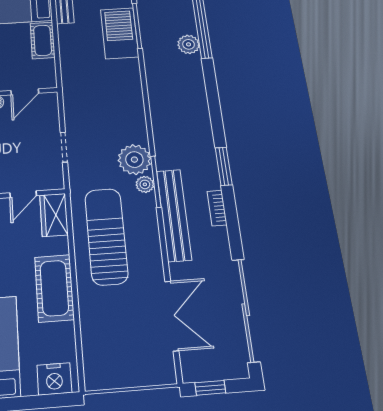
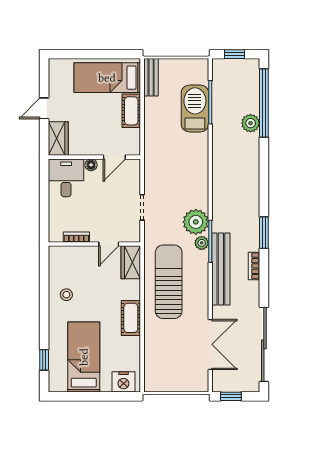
cot: (54, 288) -> (131, 318), width x0.73, depth x0.75

